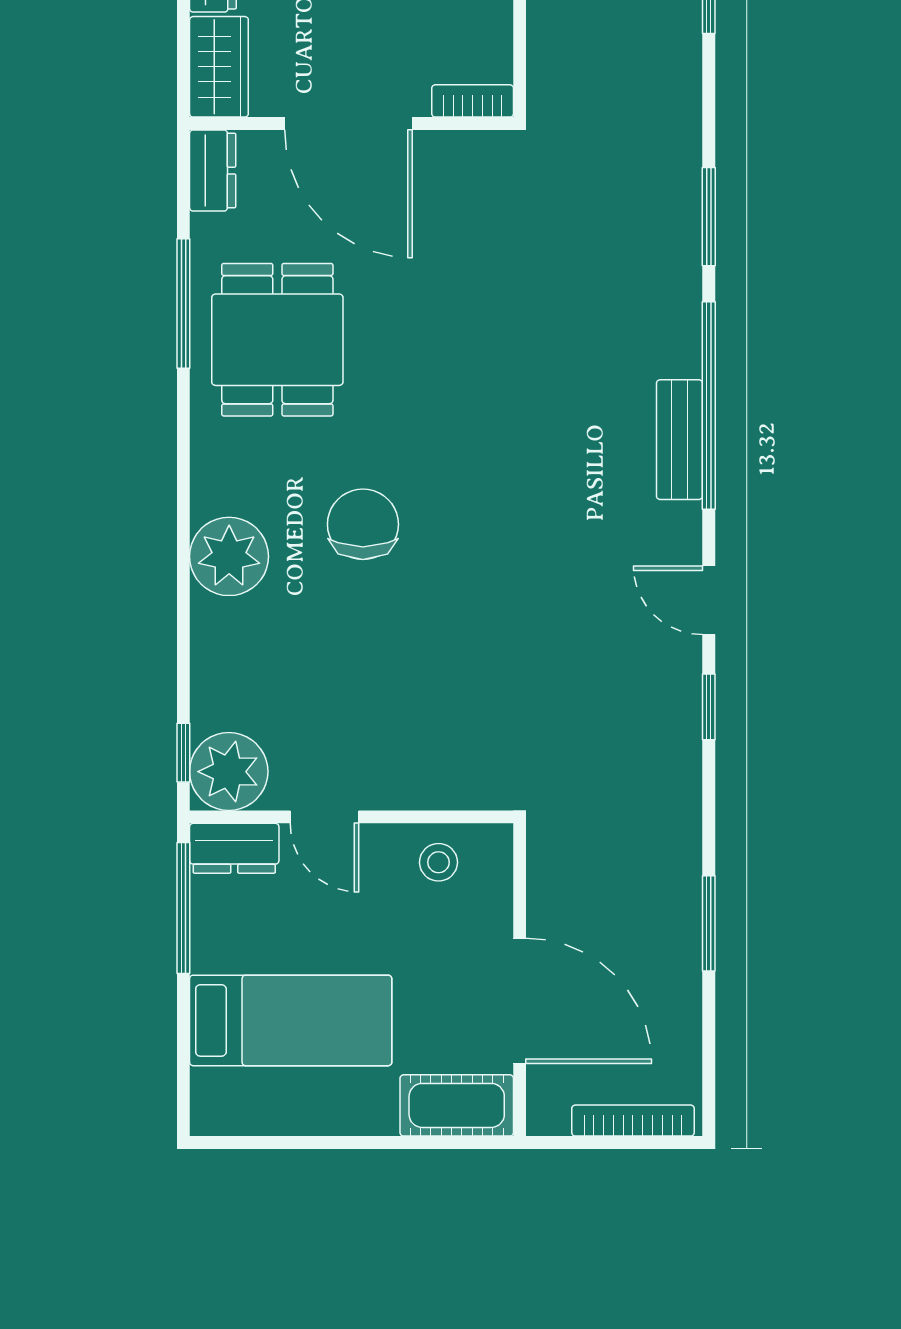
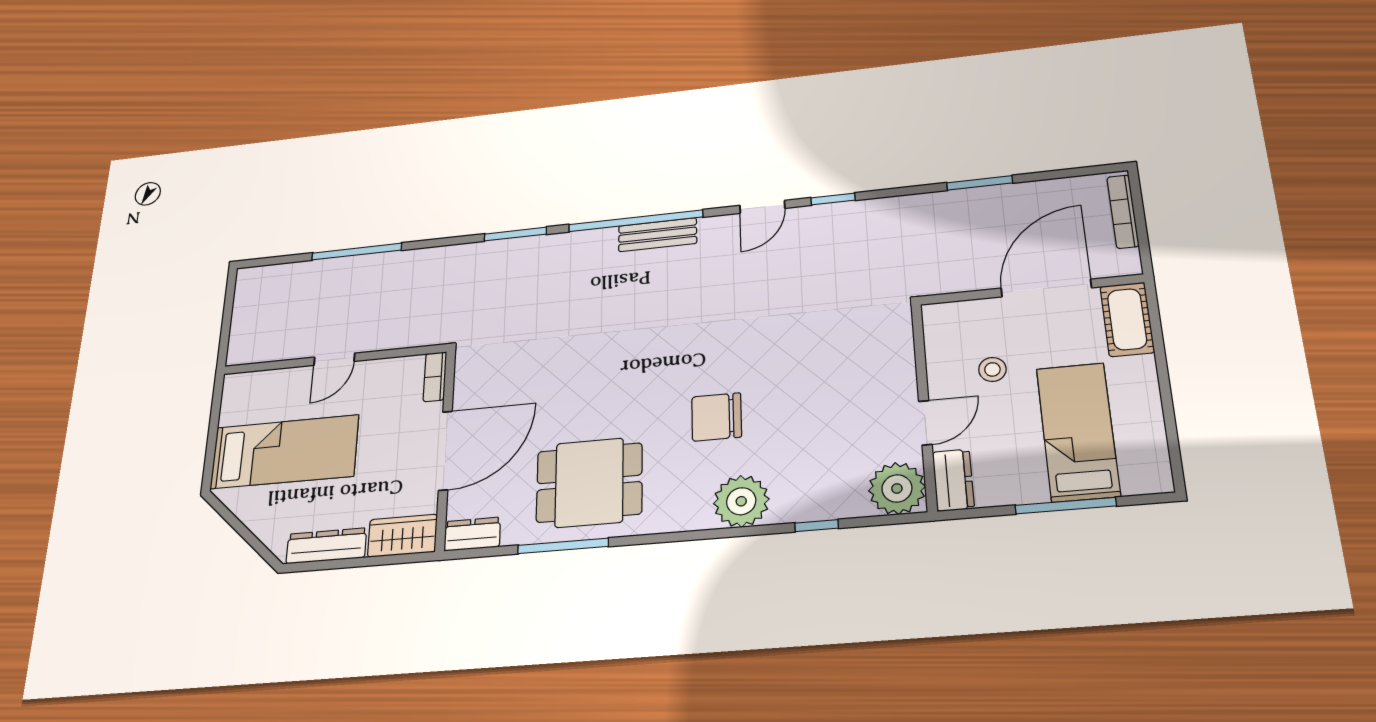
window: (183, 753) -> (817, 526), moved
stool: (439, 862) -> (992, 369), moved
window: (183, 908) -> (1066, 506), moved

